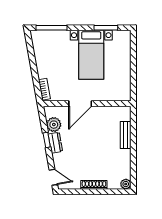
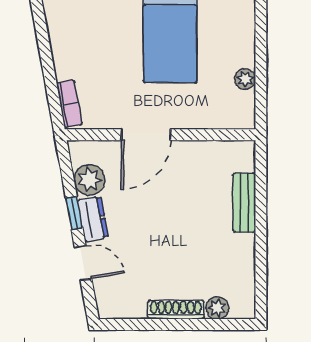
plant: (126, 78) -> (245, 79), added
door: (53, 177) -> (83, 263), moved
plant: (126, 184) -> (217, 308), moved

